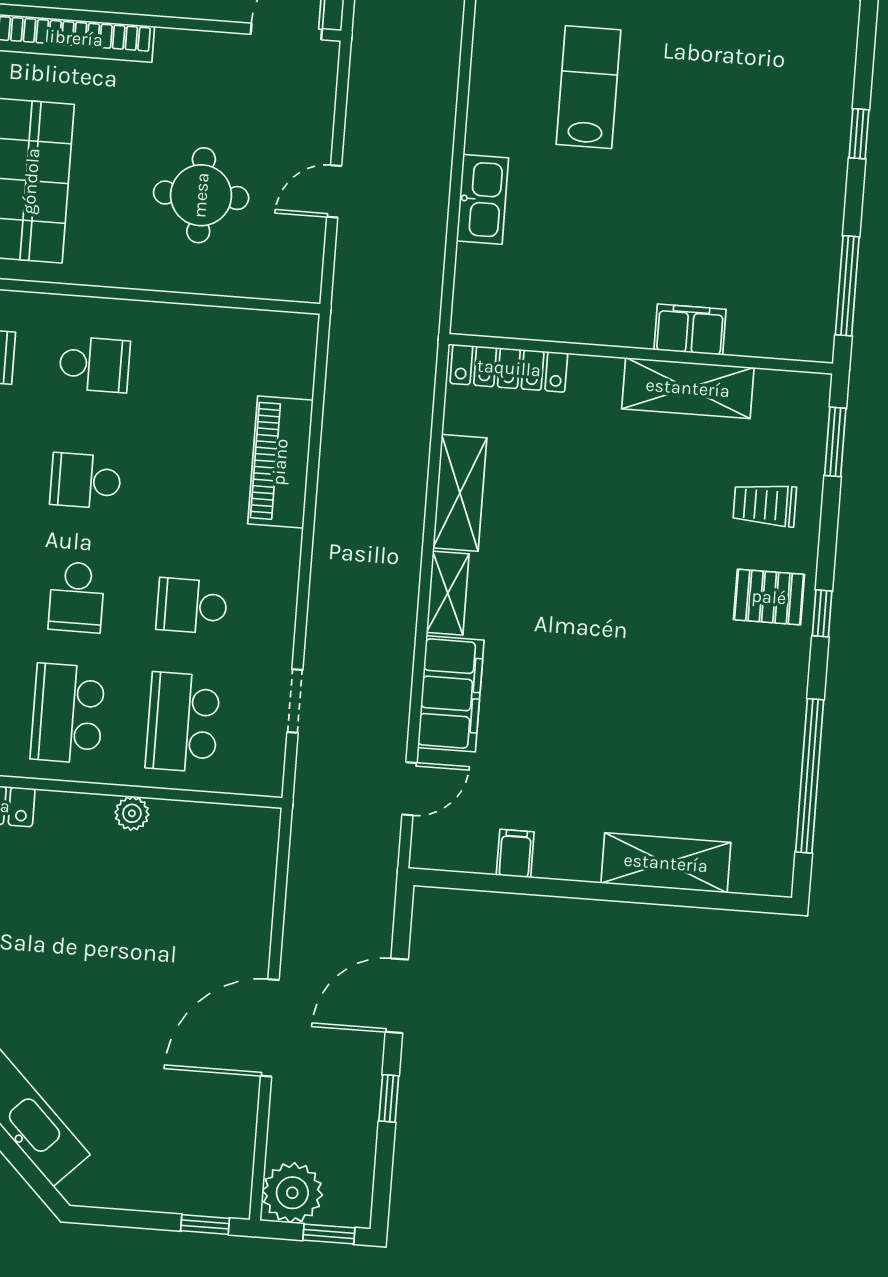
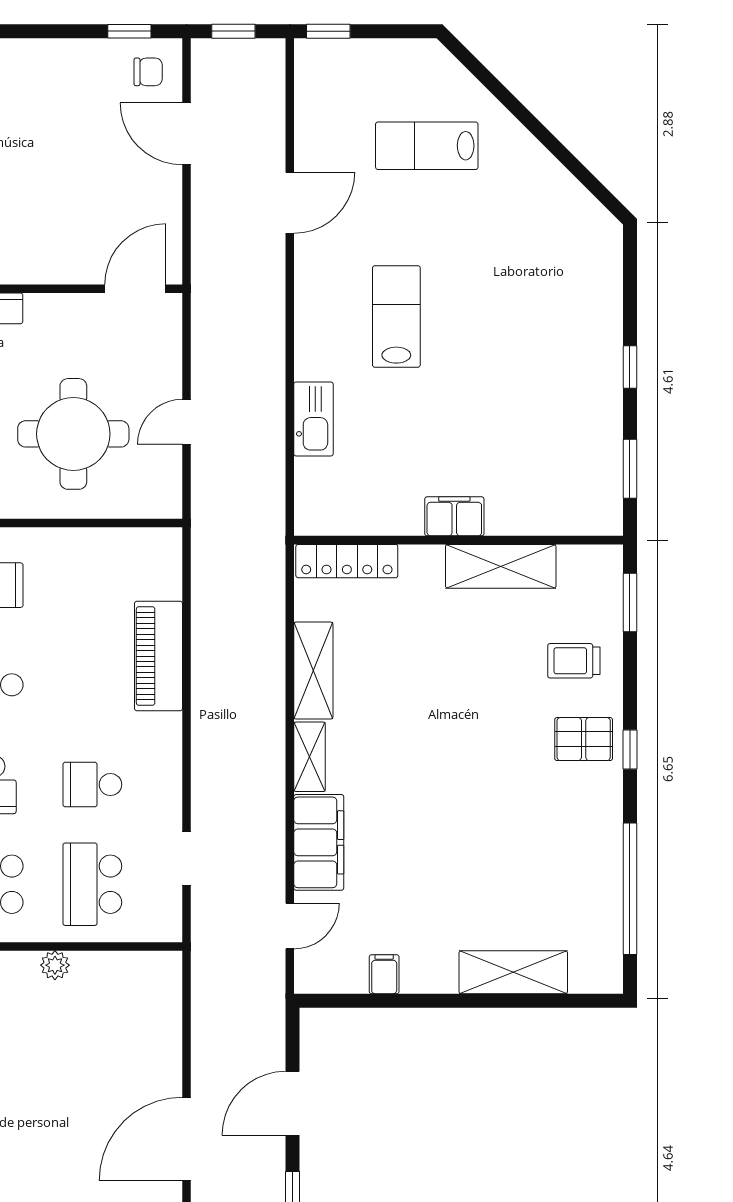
window: (859, 134) -> (630, 367), moved
round table: (201, 195) -> (73, 434), width x1.36, depth x1.36
window: (847, 286) -> (630, 469), width x0.69
filing cabinet: (690, 330) -> (454, 516), moved

